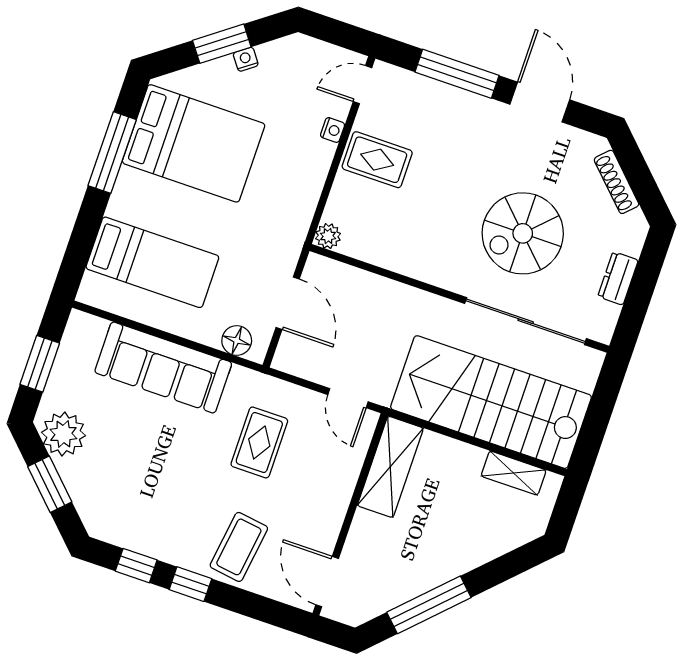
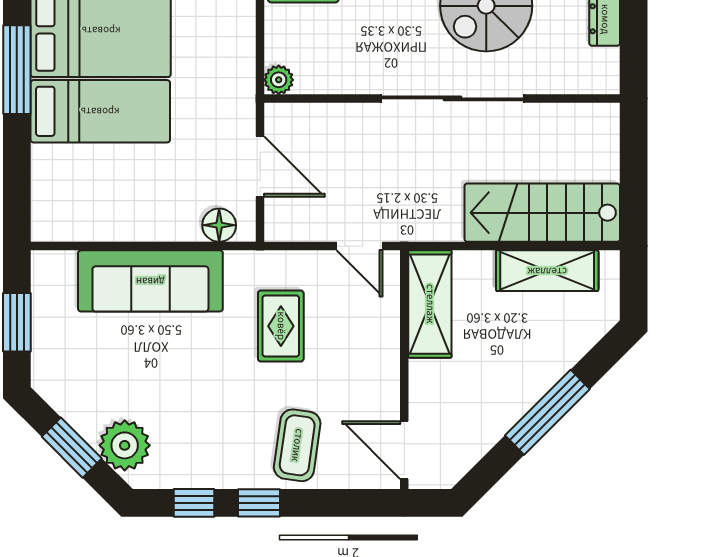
bed: (152, 262) -> (100, 111), moved
sliding door: (526, 321) -> (452, 98), moved
stairs: (491, 402) -> (542, 213), width x0.73, depth x0.66
plant: (63, 434) -> (125, 445), moved
shelving: (514, 473) -> (547, 271), width x1.50, depth x1.33
window: (429, 605) -> (547, 412), moved

